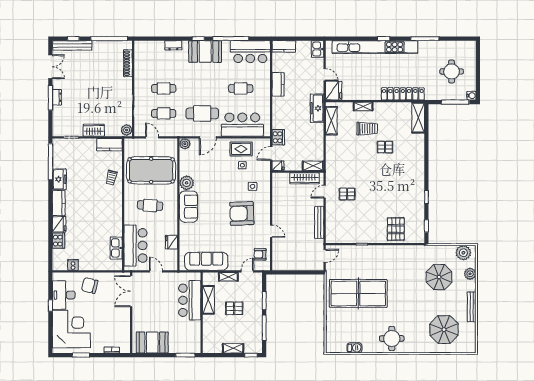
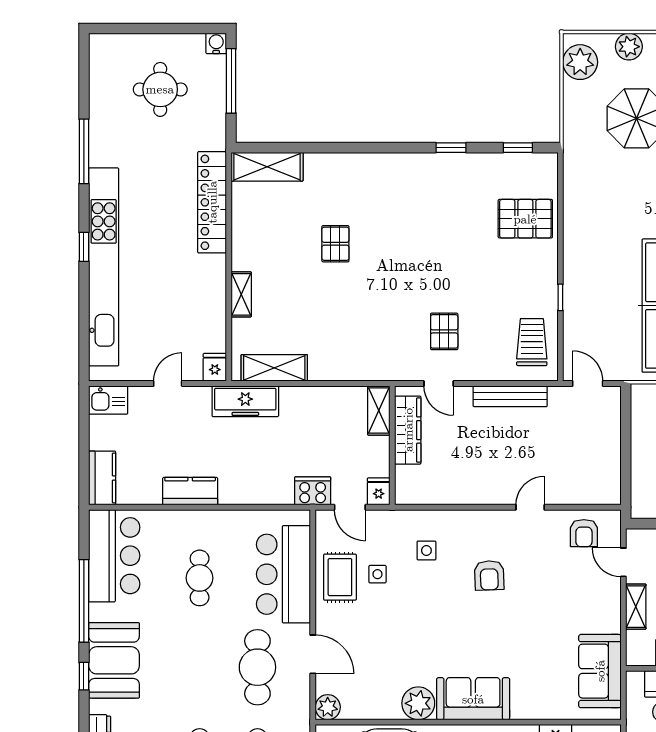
fridge: (334, 91) -> (215, 367), width x0.53, depth x0.75
trolley: (367, 129) -> (532, 342), moved
armchair: (242, 213) -> (489, 575), width x0.53, depth x0.53
sofa: (206, 261) -> (600, 671), width x0.73

